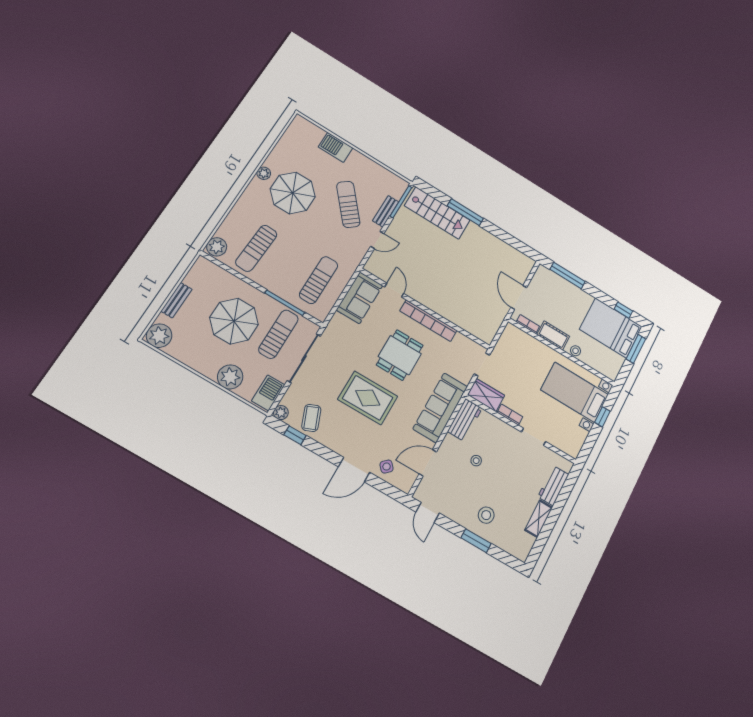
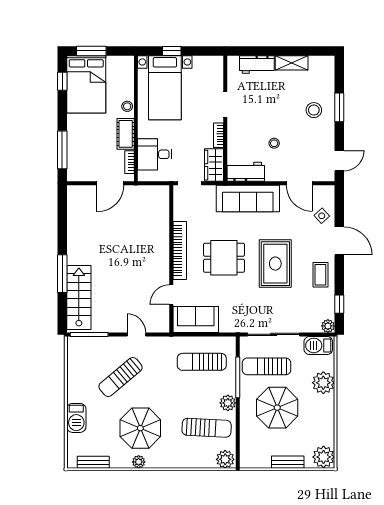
bench: (386, 211) -> (93, 462), moved
plant: (267, 280) -> (228, 403), added
desk: (523, 349) -> (155, 154), added
coffee table: (311, 418) -> (320, 275), moved, turned -68

